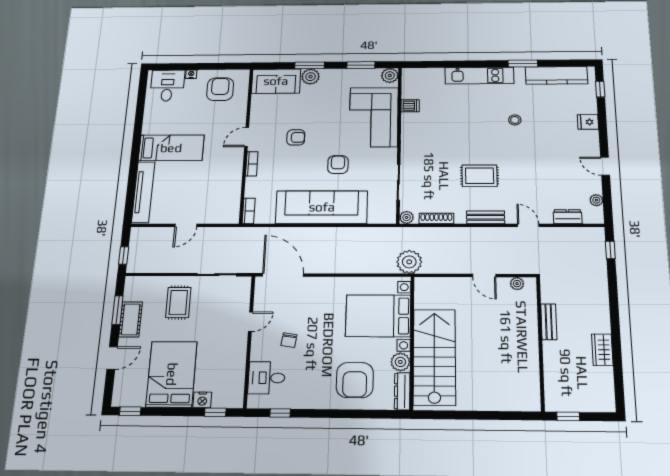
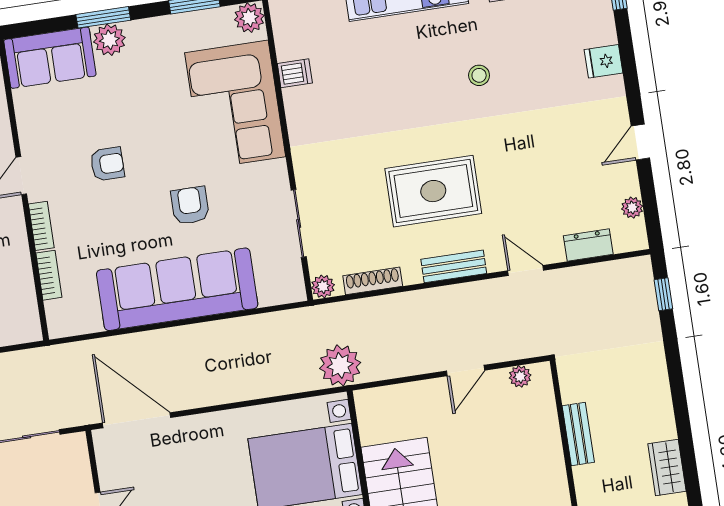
door: (605, 166) -> (640, 142), hinge flipped
rug: (480, 176) -> (433, 191), width x1.36, depth x1.43
bookcase: (249, 211) -> (49, 275), moved
door: (484, 276) -> (465, 371), hinge flipped

